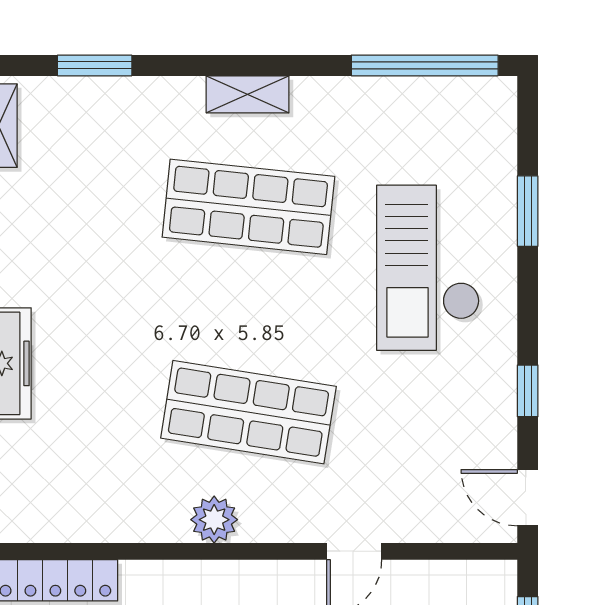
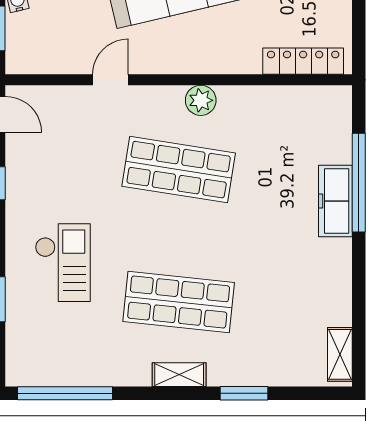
window: (95, 65) -> (244, 393), moved
checkout: (428, 268) -> (63, 263), width x0.73, depth x0.83

